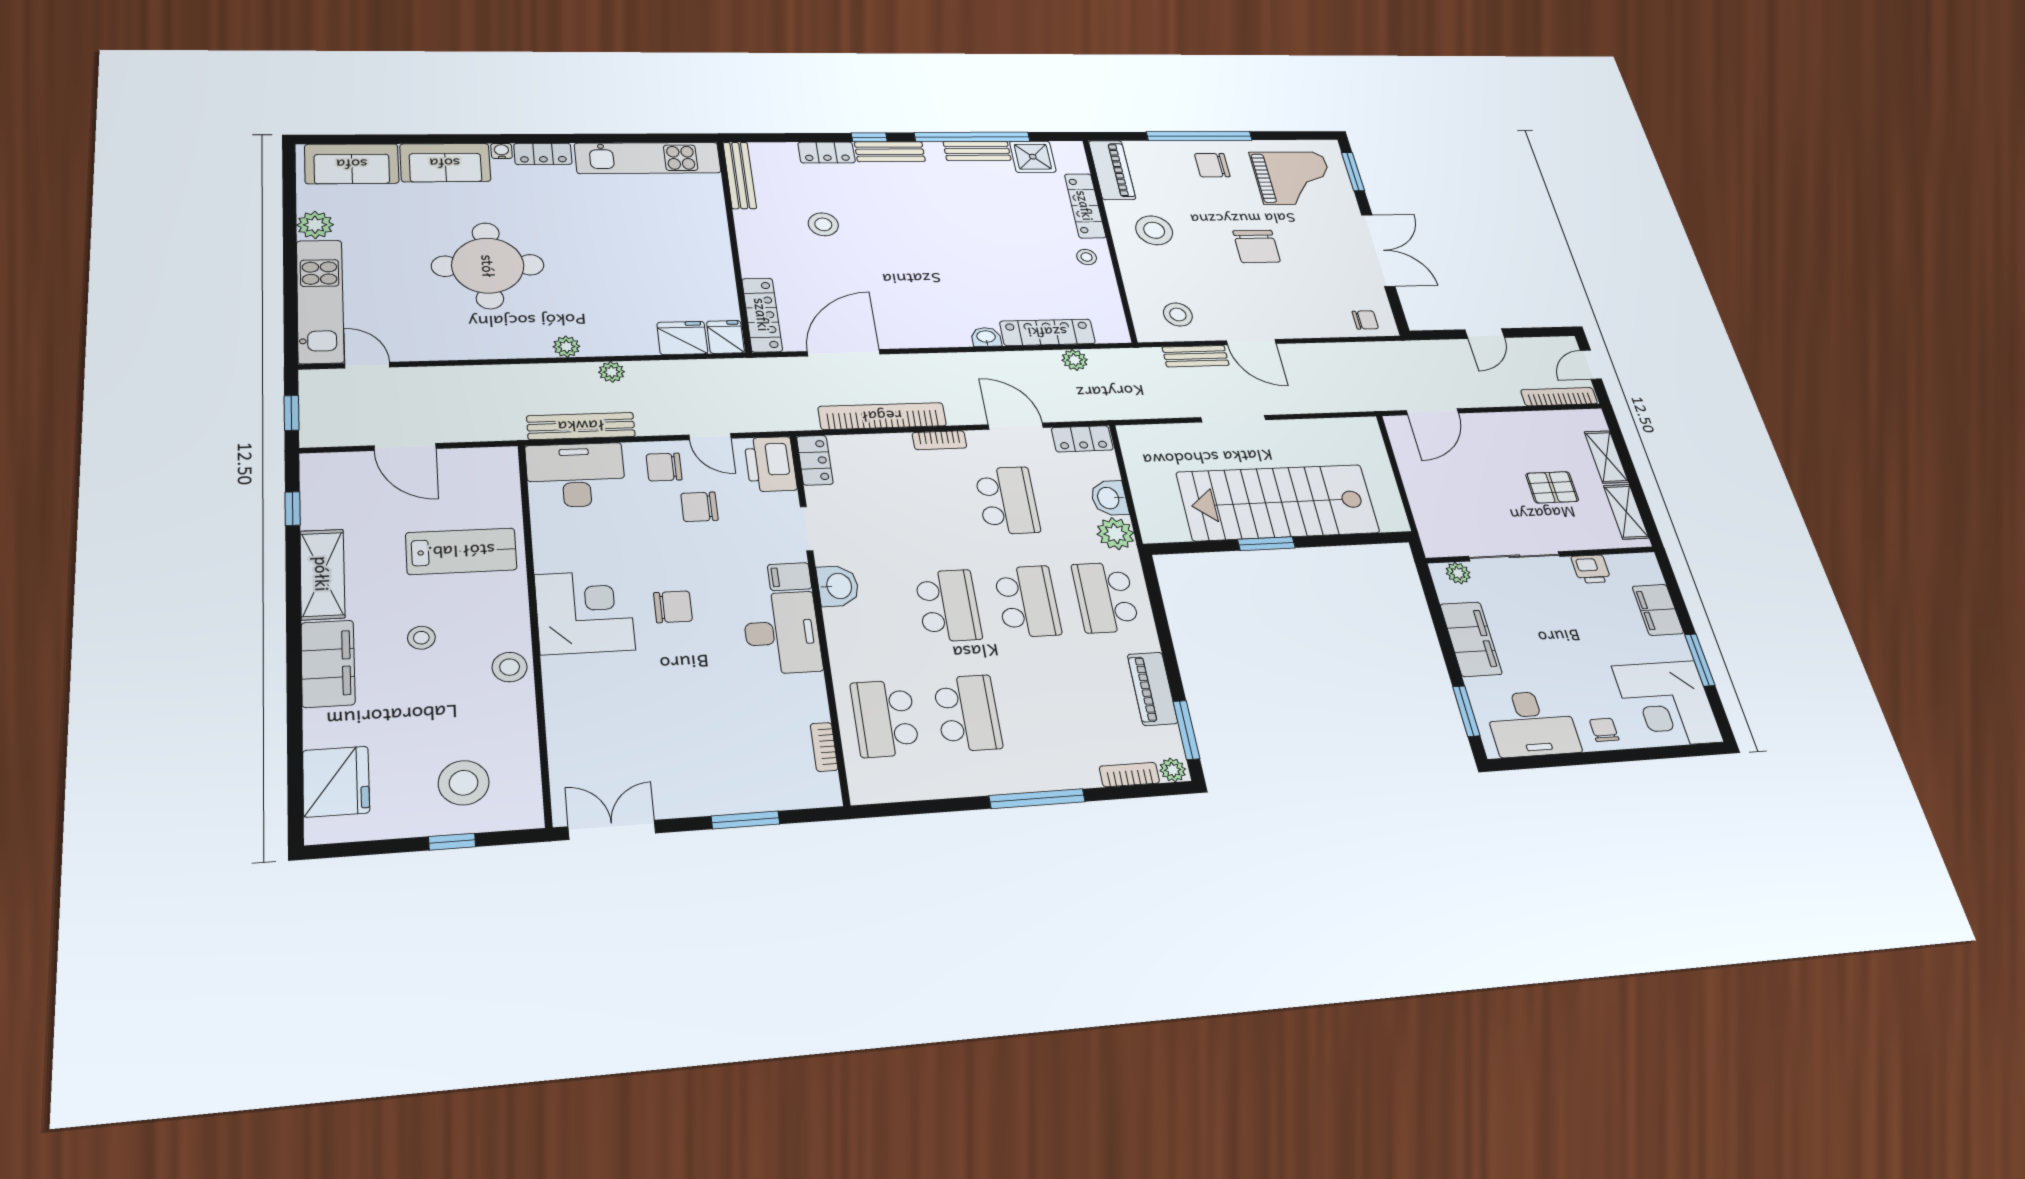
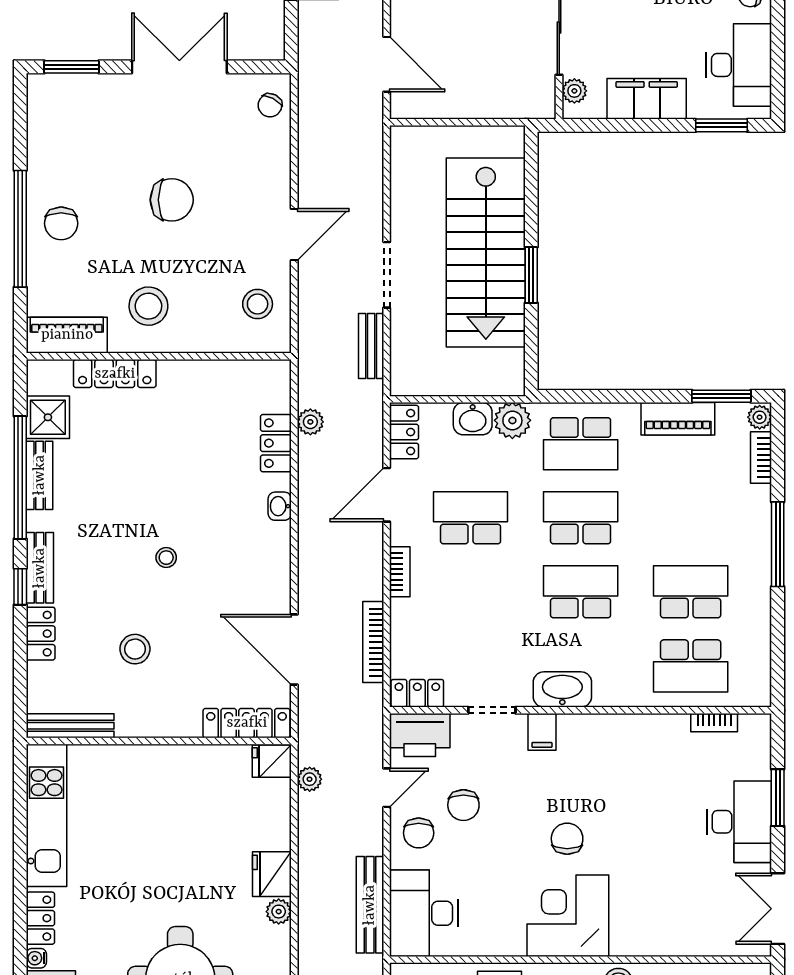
grand piano: (1294, 178) -> (80, 137), removed
stool: (1087, 257) -> (166, 558), moved
chair: (1365, 320) -> (270, 105), turned -153
locker: (1047, 332) -> (276, 443), width x0.66
fridge: (682, 338) -> (272, 874), moved
bench: (1196, 356) -> (371, 346), moved
plant: (612, 372) -> (310, 779), moved
bookcase: (882, 416) -> (373, 642), width x0.68, depth x0.76
washbasin: (838, 586) -> (562, 689), width x1.38
desk: (782, 633) -> (739, 822), moved, turned 90

